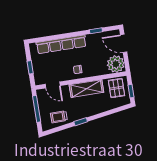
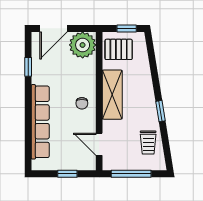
door: (53, 85) -> (99, 144), swing flipped

